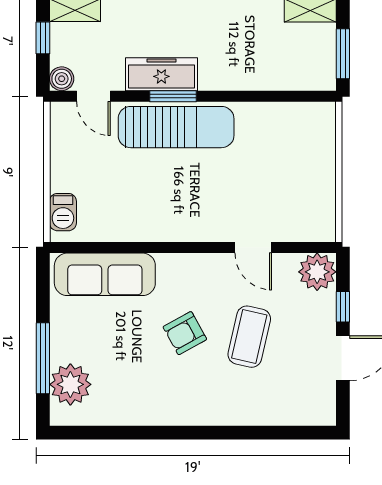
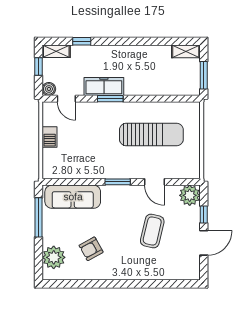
sun lounger: (176, 127) -> (151, 135), moved
barbecue: (63, 212) -> (50, 137), moved
window: (187, 248) -> (118, 182), added
armchair: (185, 333) -> (91, 249), moved
window: (43, 358) -> (39, 217), moved

